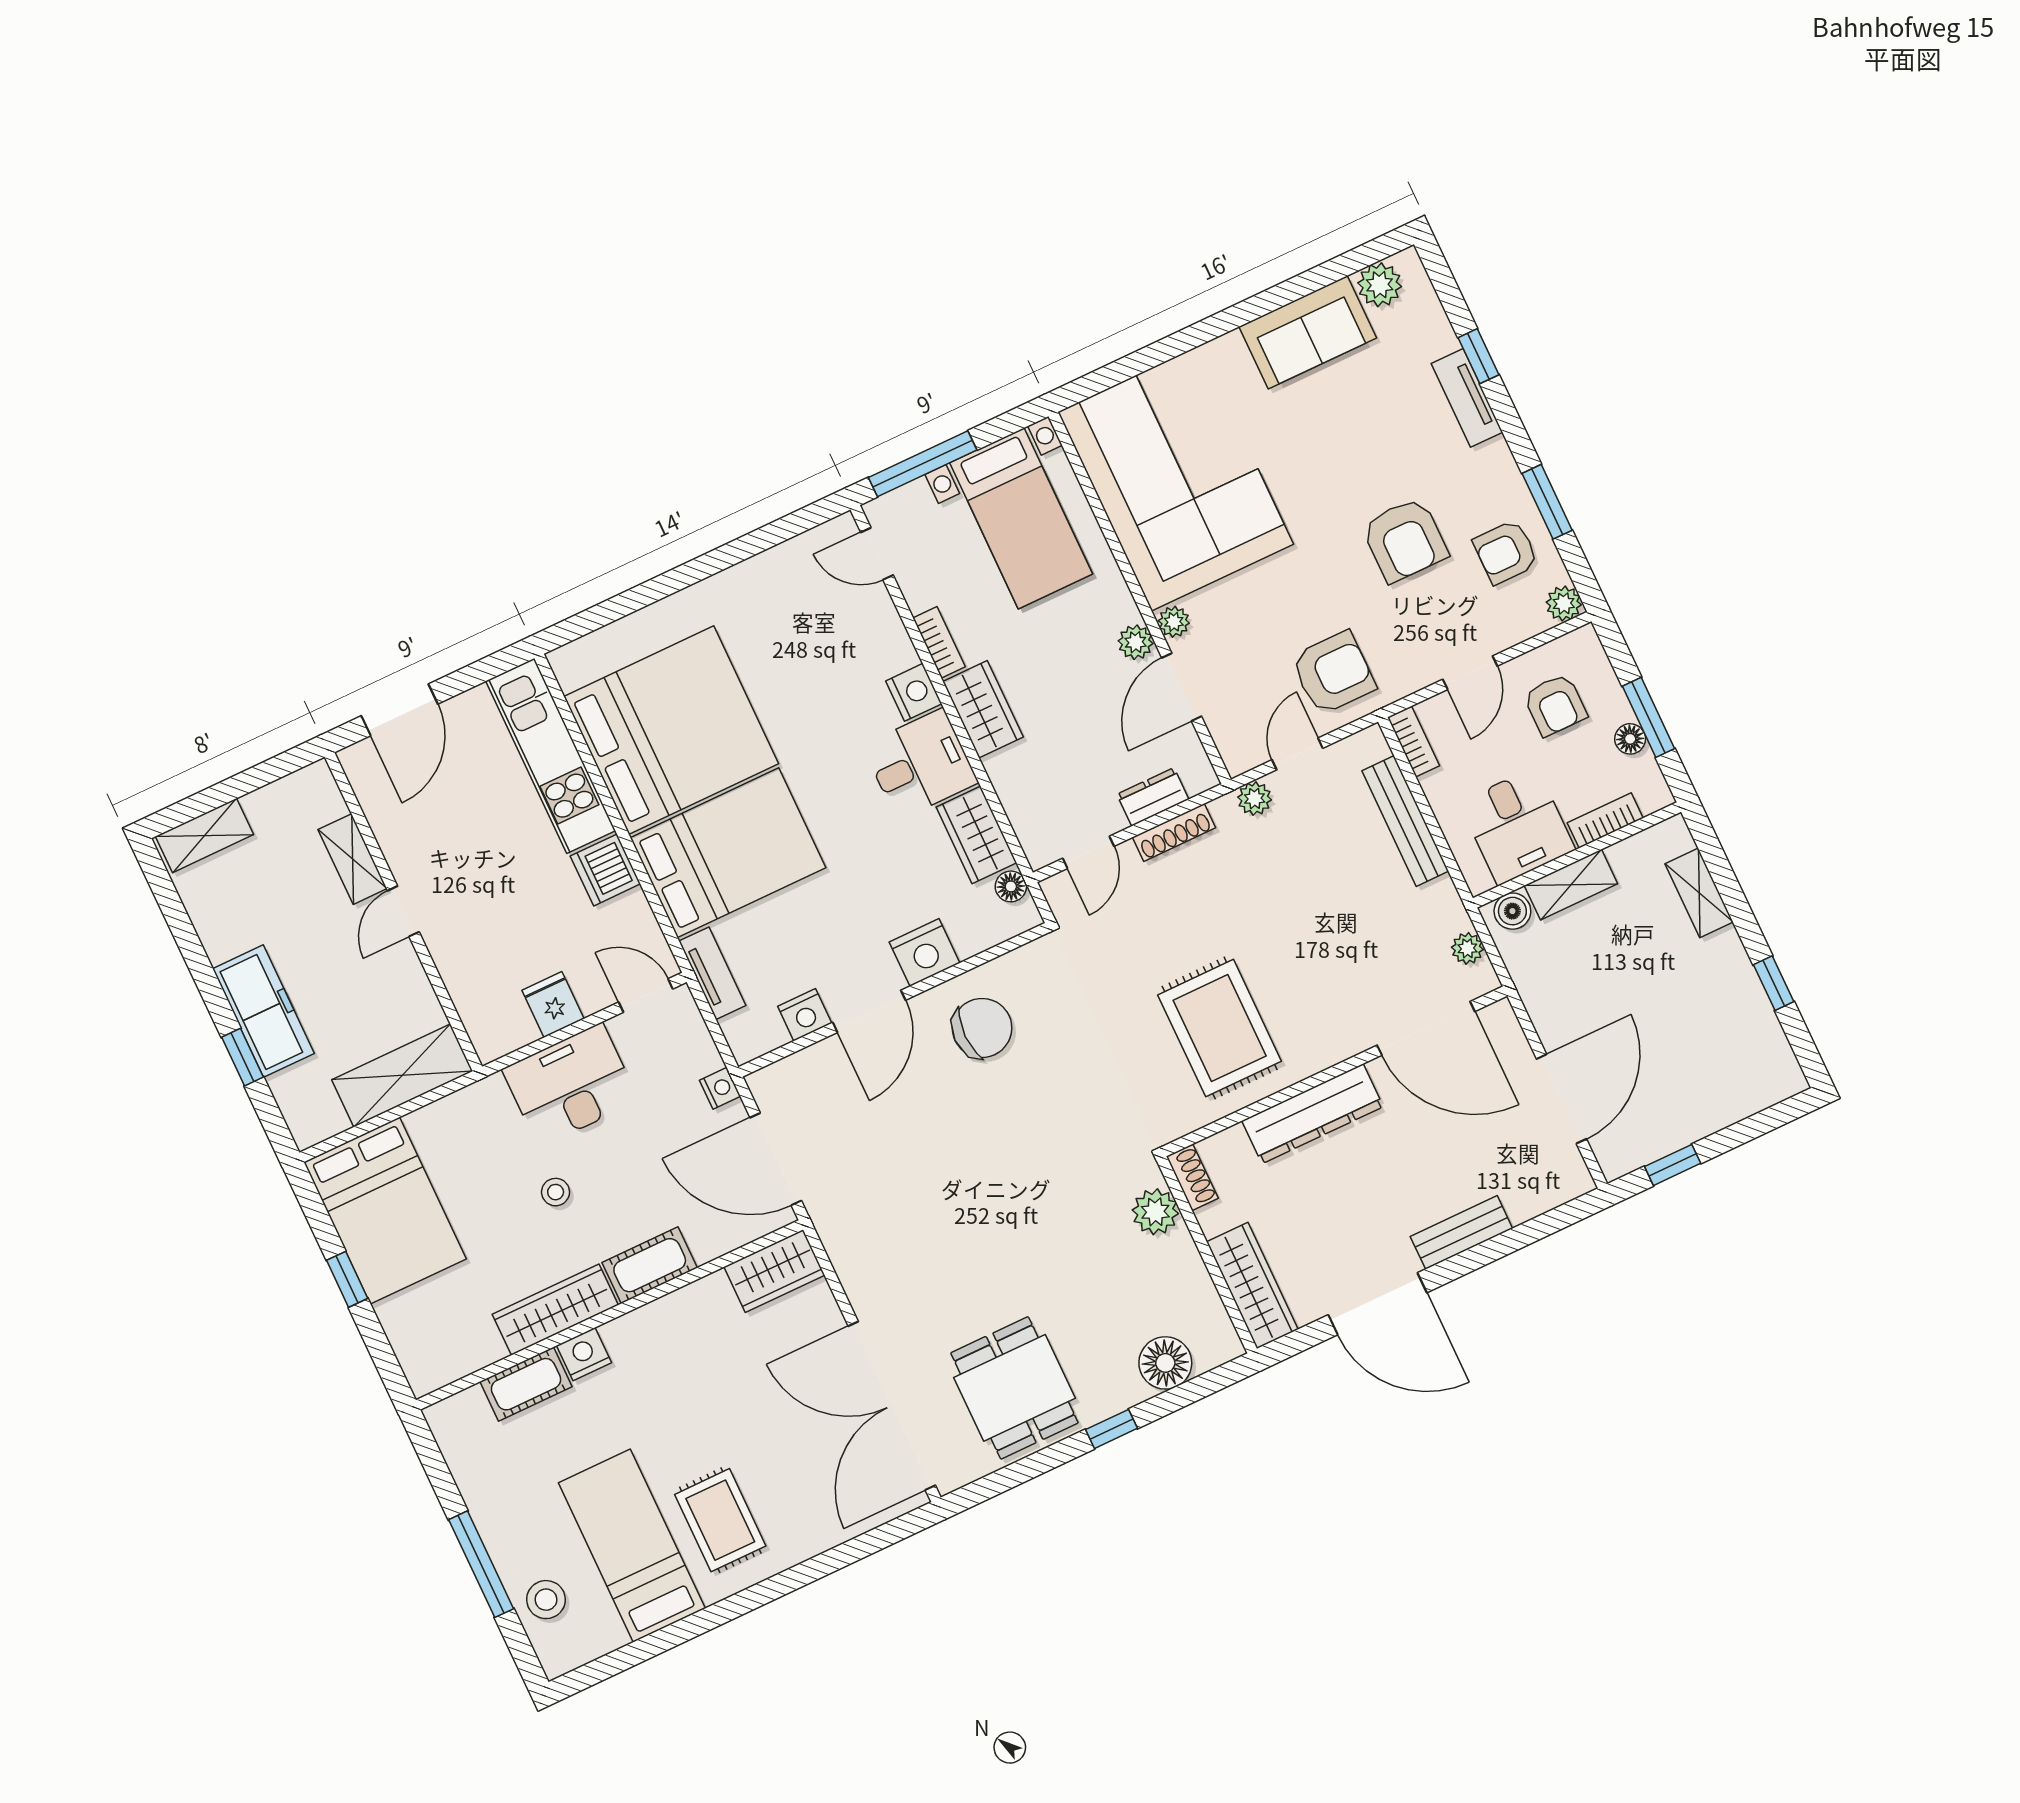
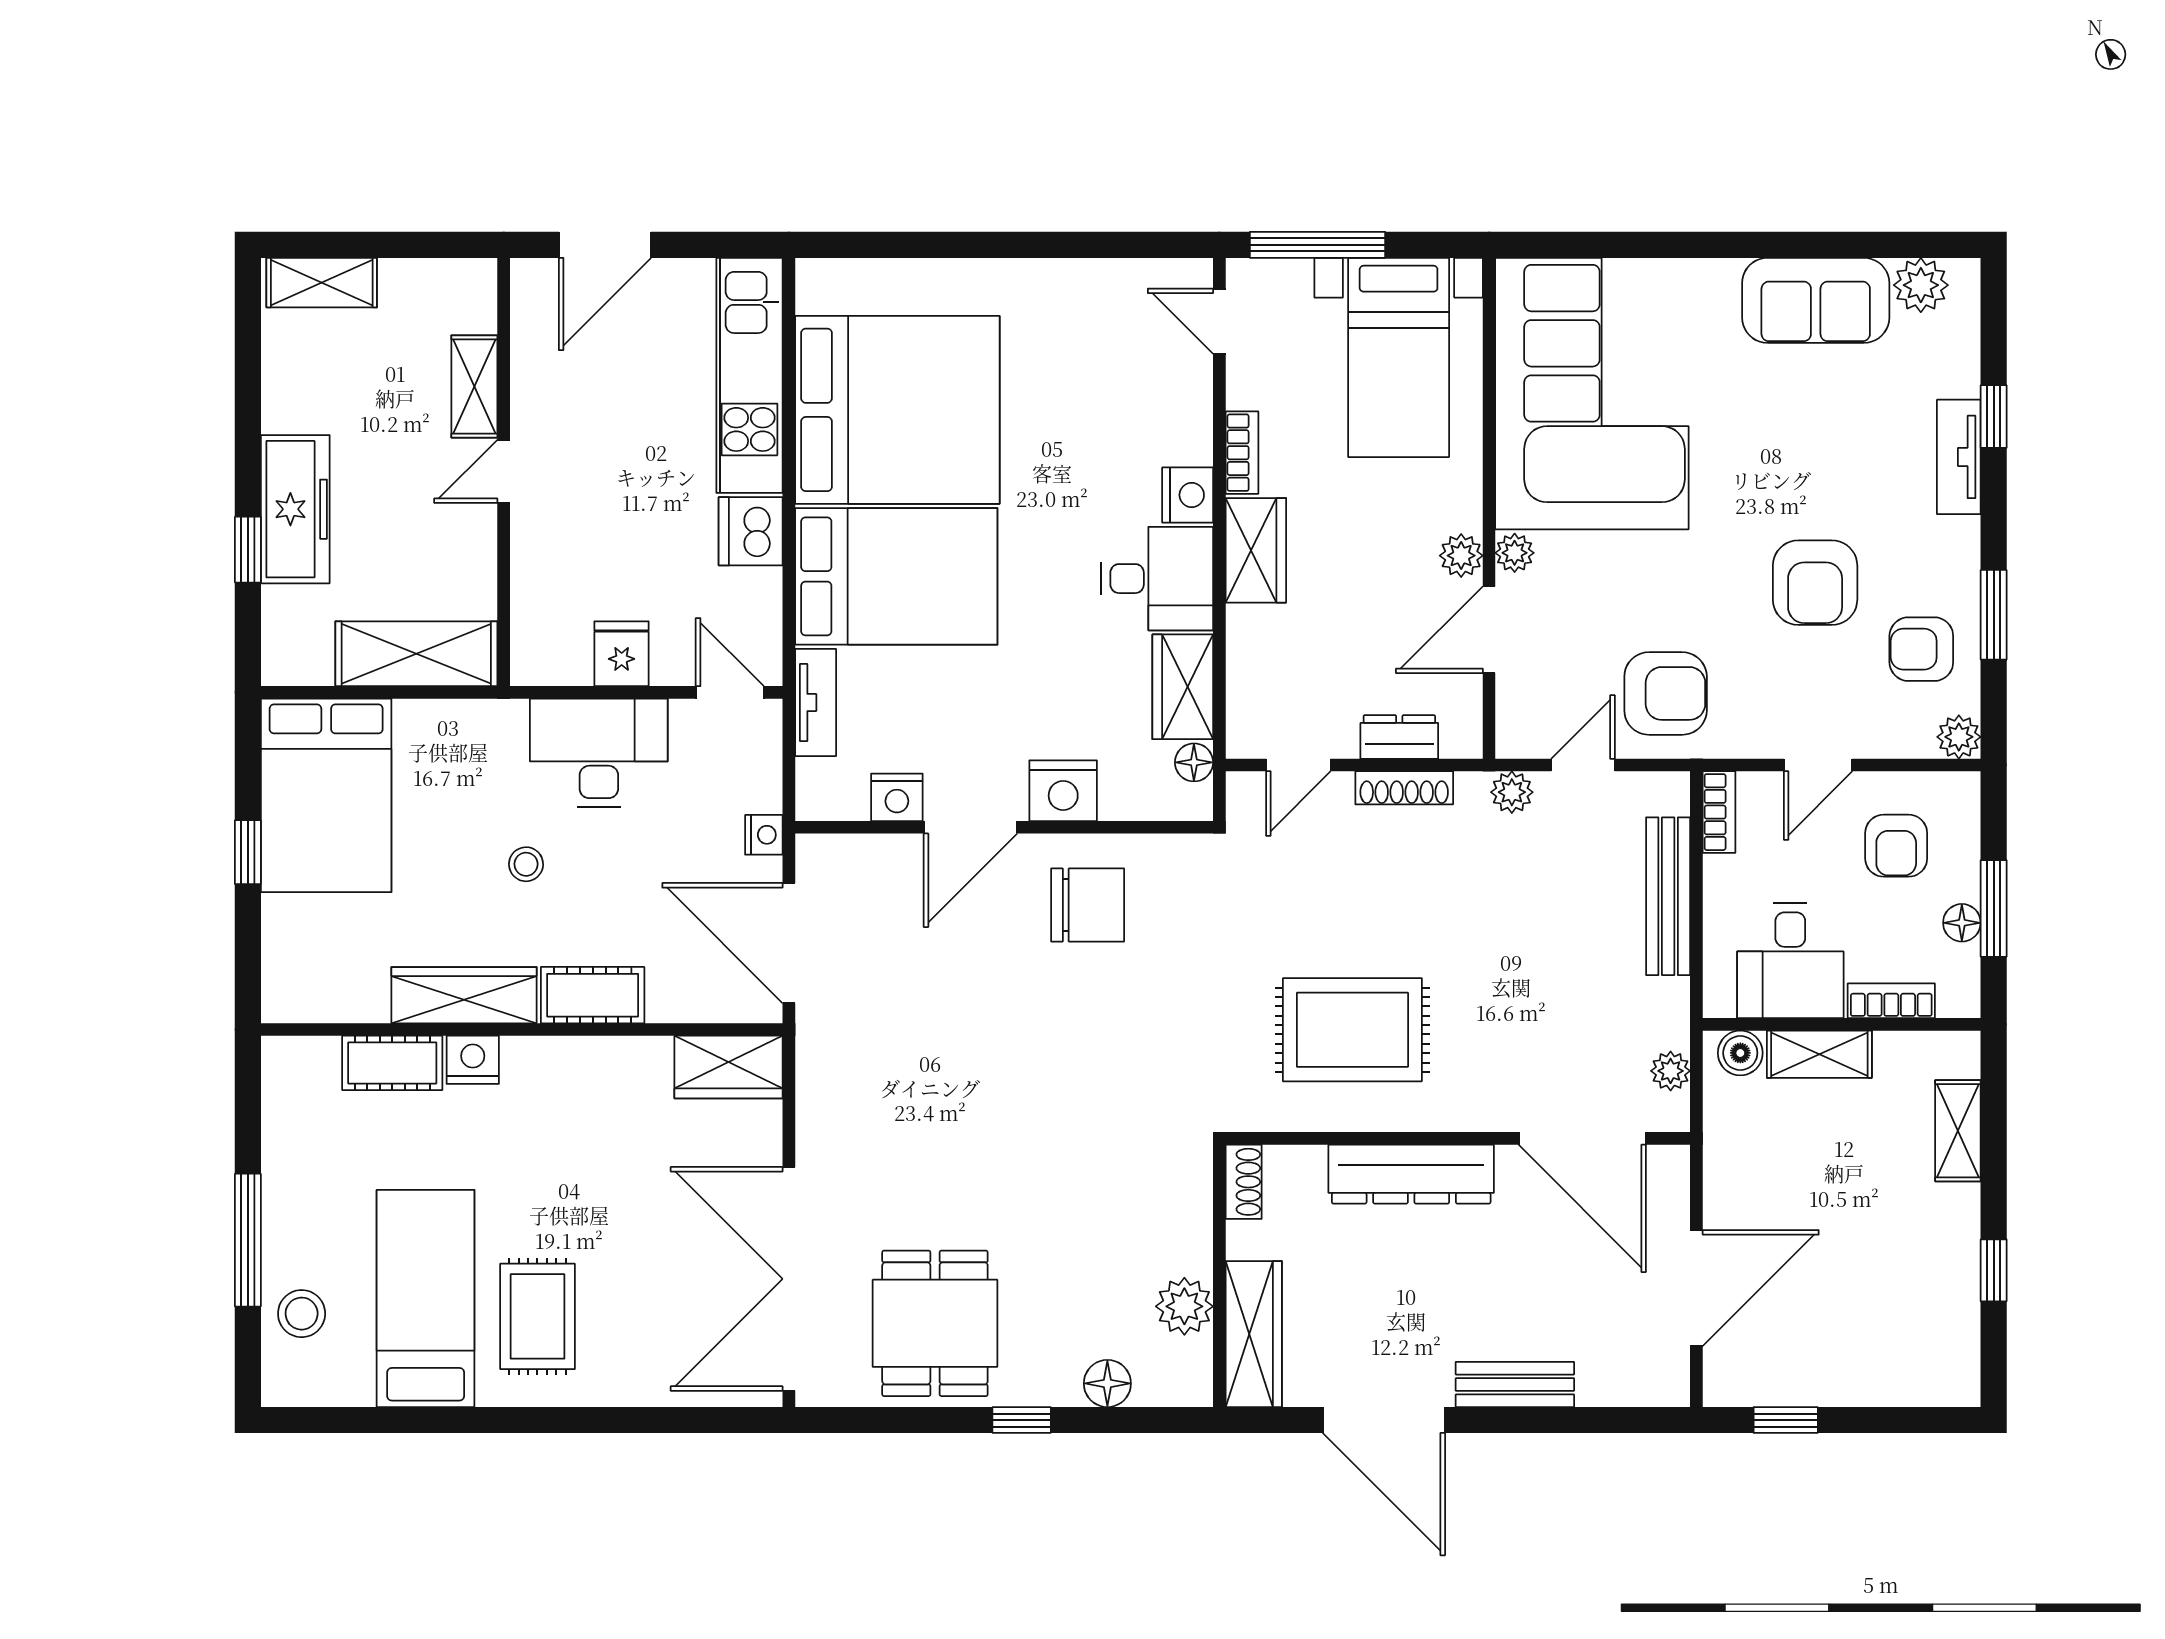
rug: (1220, 1028) -> (1352, 1030), turned 90
plant: (1155, 1212) -> (1184, 1306), moved
floor lamp: (1165, 1363) -> (1107, 1383), width x0.73, depth x0.73

